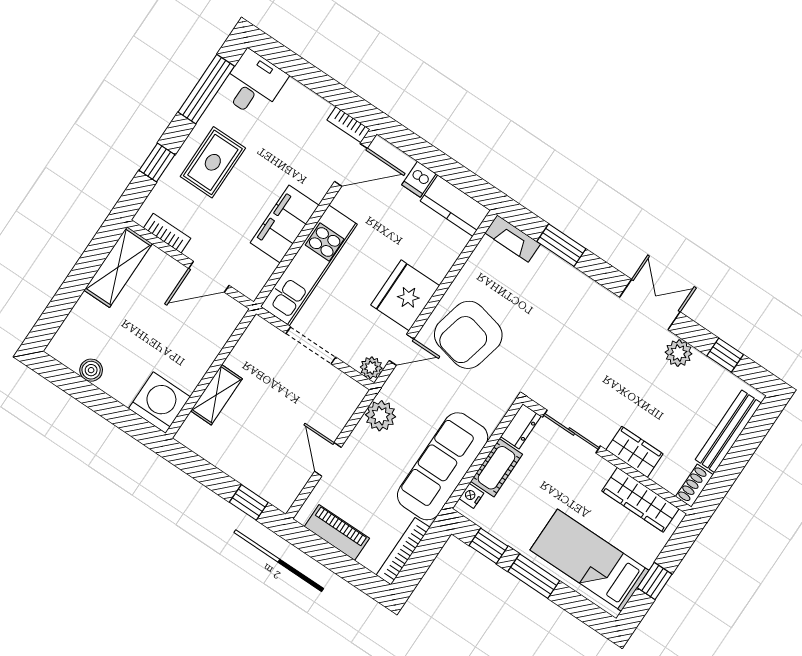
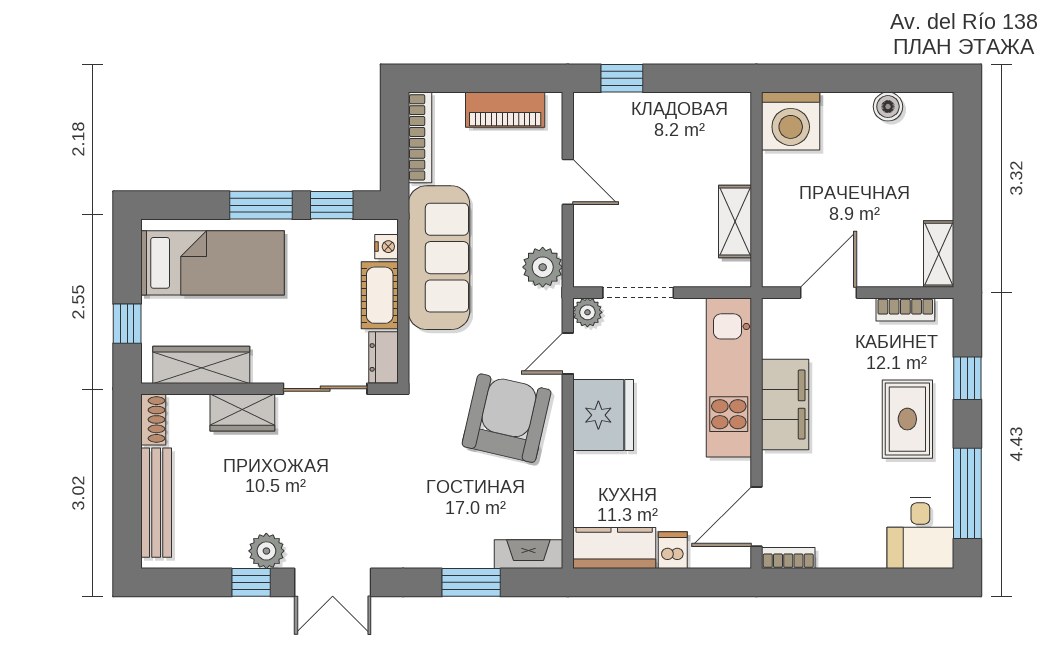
shelving: (118, 267) -> (939, 254), width x0.67, depth x0.75
doorway: (311, 345) -> (638, 293), moved
window: (725, 355) -> (251, 582), moved
shelving: (216, 395) -> (735, 222), moved
window: (655, 581) -> (127, 324), moved

